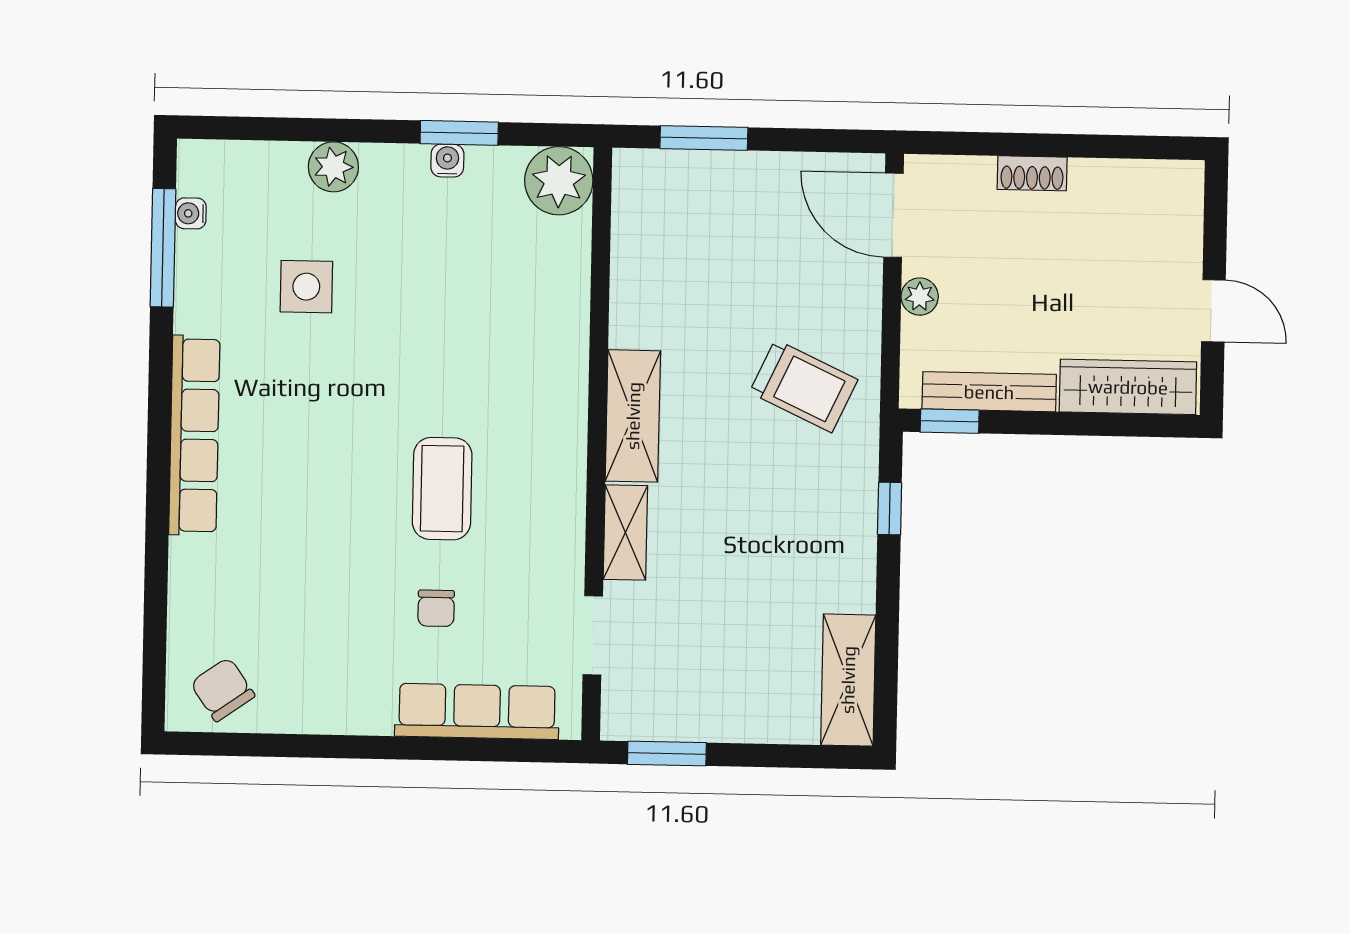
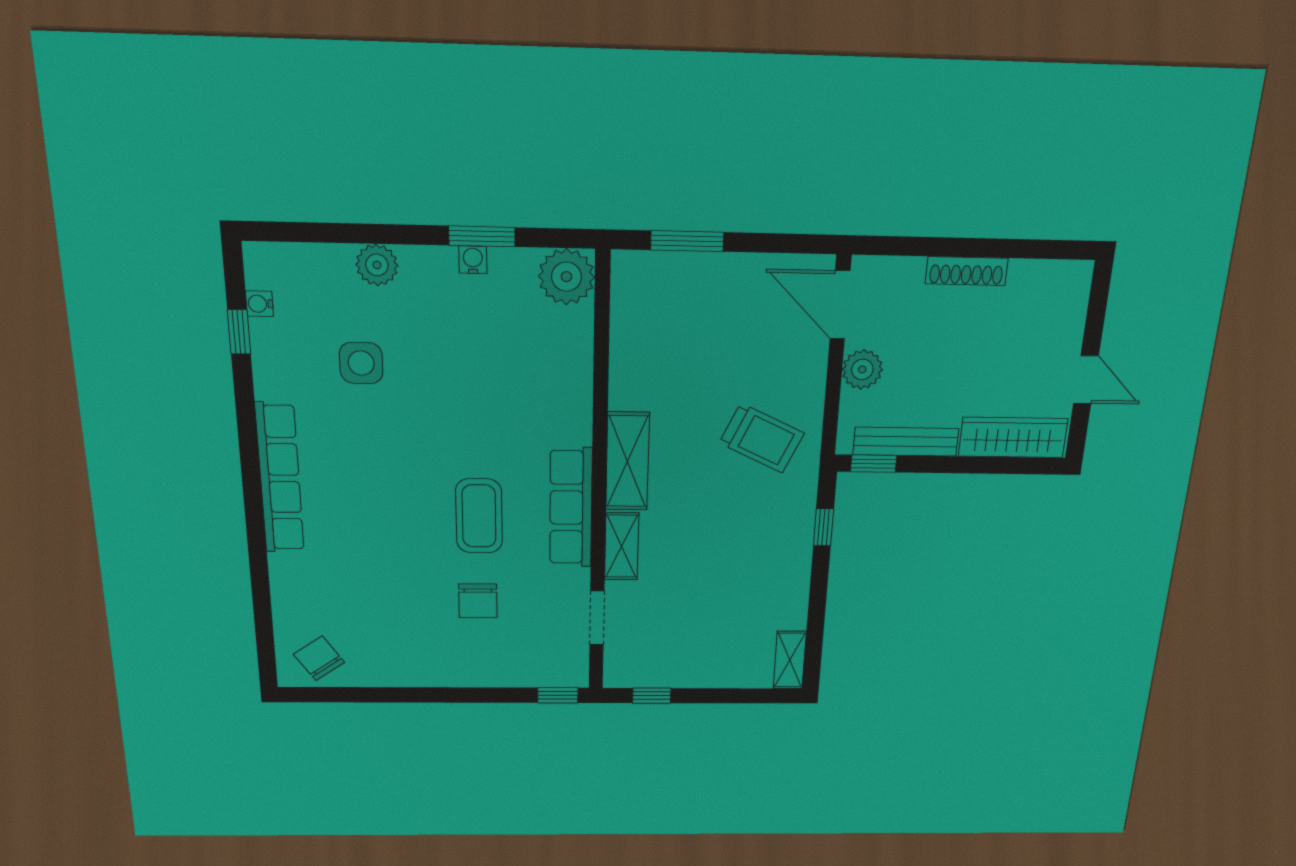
shoe rack: (1032, 173) -> (966, 271), width x1.43
window: (163, 248) -> (239, 332), width x0.46
plant: (920, 297) -> (862, 369), width x1.38, depth x1.38
chair: (436, 608) -> (478, 601), width x1.37, depth x1.37
shelving: (848, 680) -> (790, 660), width x0.67, depth x0.75
row of seats: (477, 711) -> (571, 508), moved, turned -90
window: (539, 751) -> (558, 695), added
window: (667, 753) -> (652, 696), width x0.67

